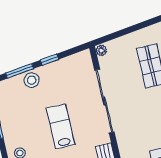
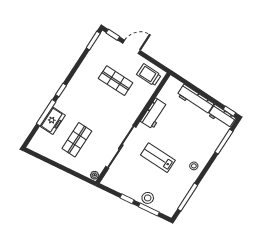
lab bench: (61, 126) -> (158, 158), turned 90

